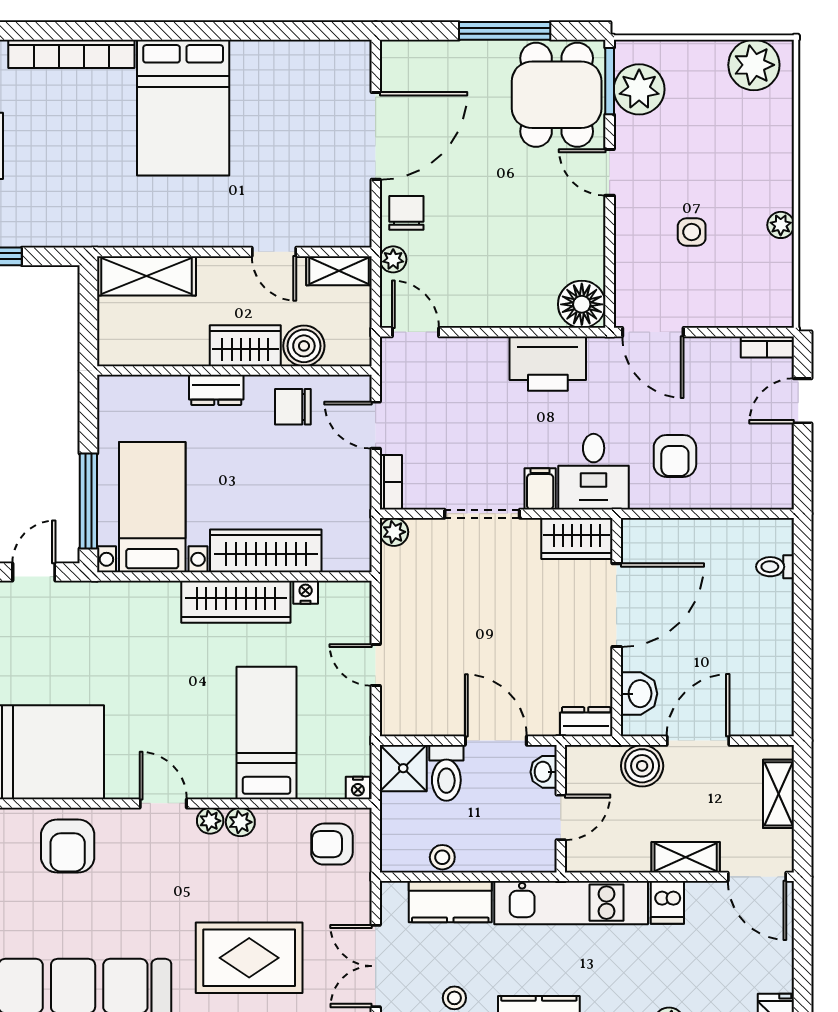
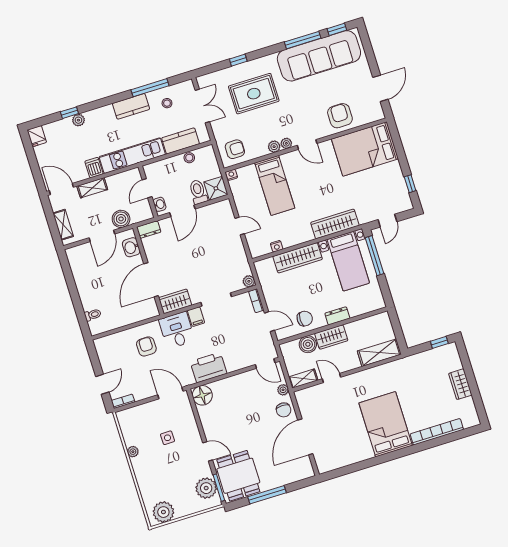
wardrobe: (236, 602) -> (335, 224), moved
door: (496, 741) -> (182, 211), hinge flipped

